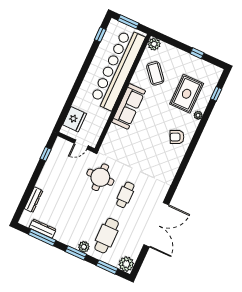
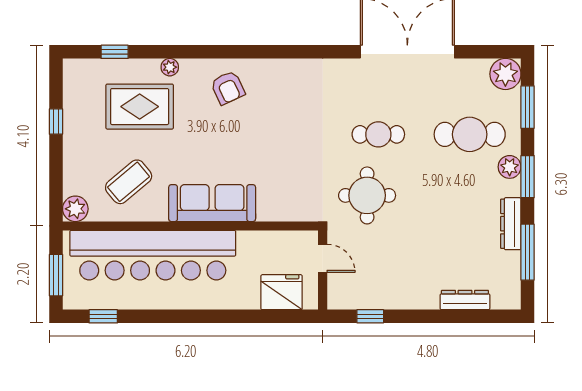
dresser: (43, 229) -> (511, 224), moved

